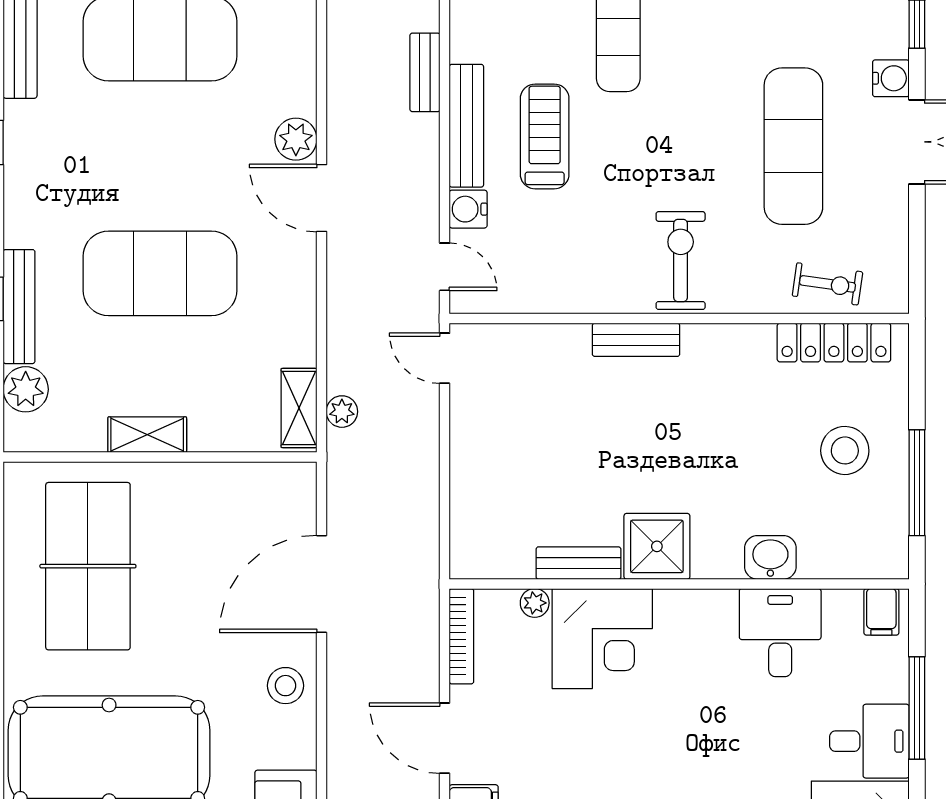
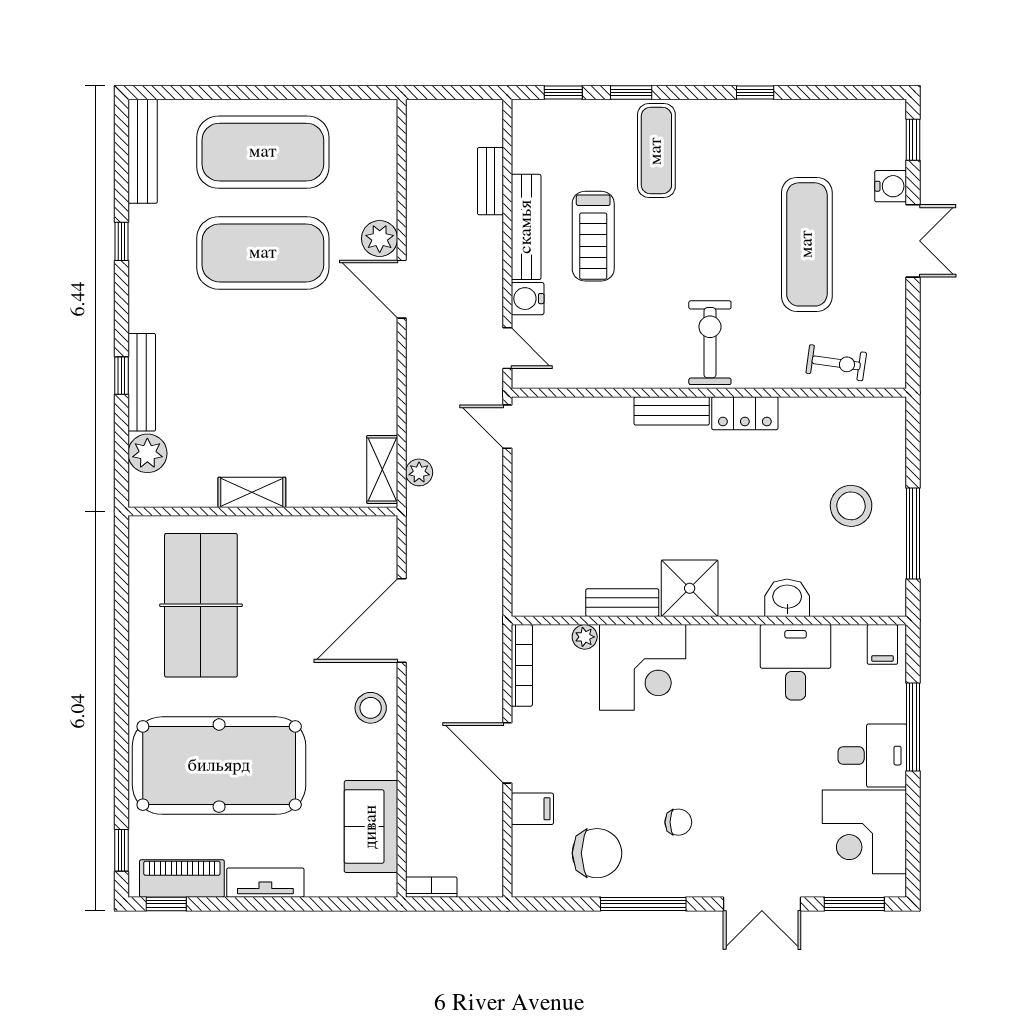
treadmill: (545, 136) -> (593, 236), turned 180
exercise mat: (160, 273) -> (263, 253), moved
locker: (834, 343) -> (745, 413), moved, width x0.66

